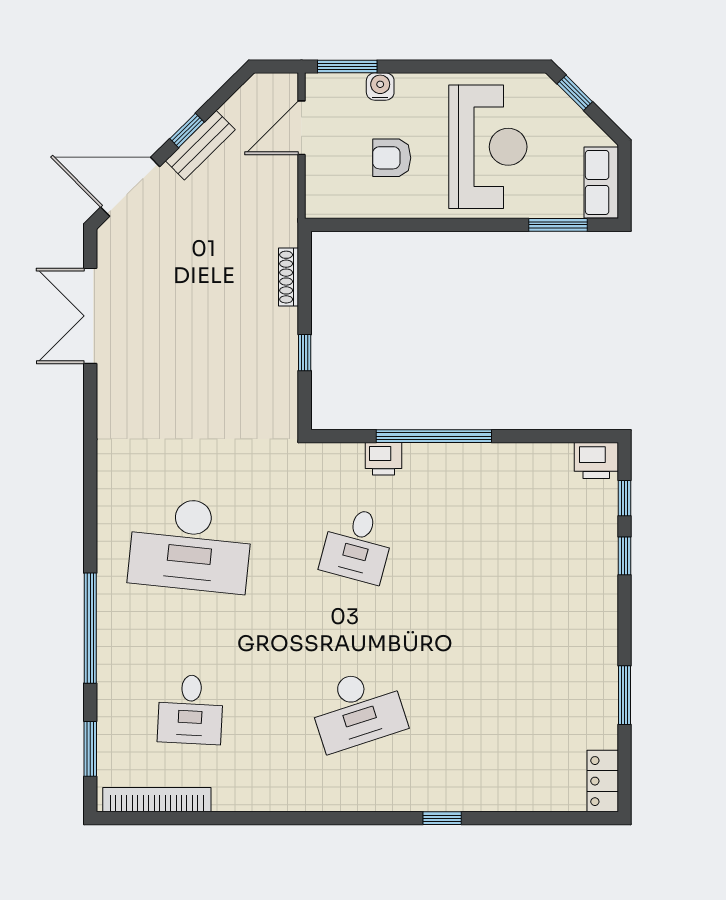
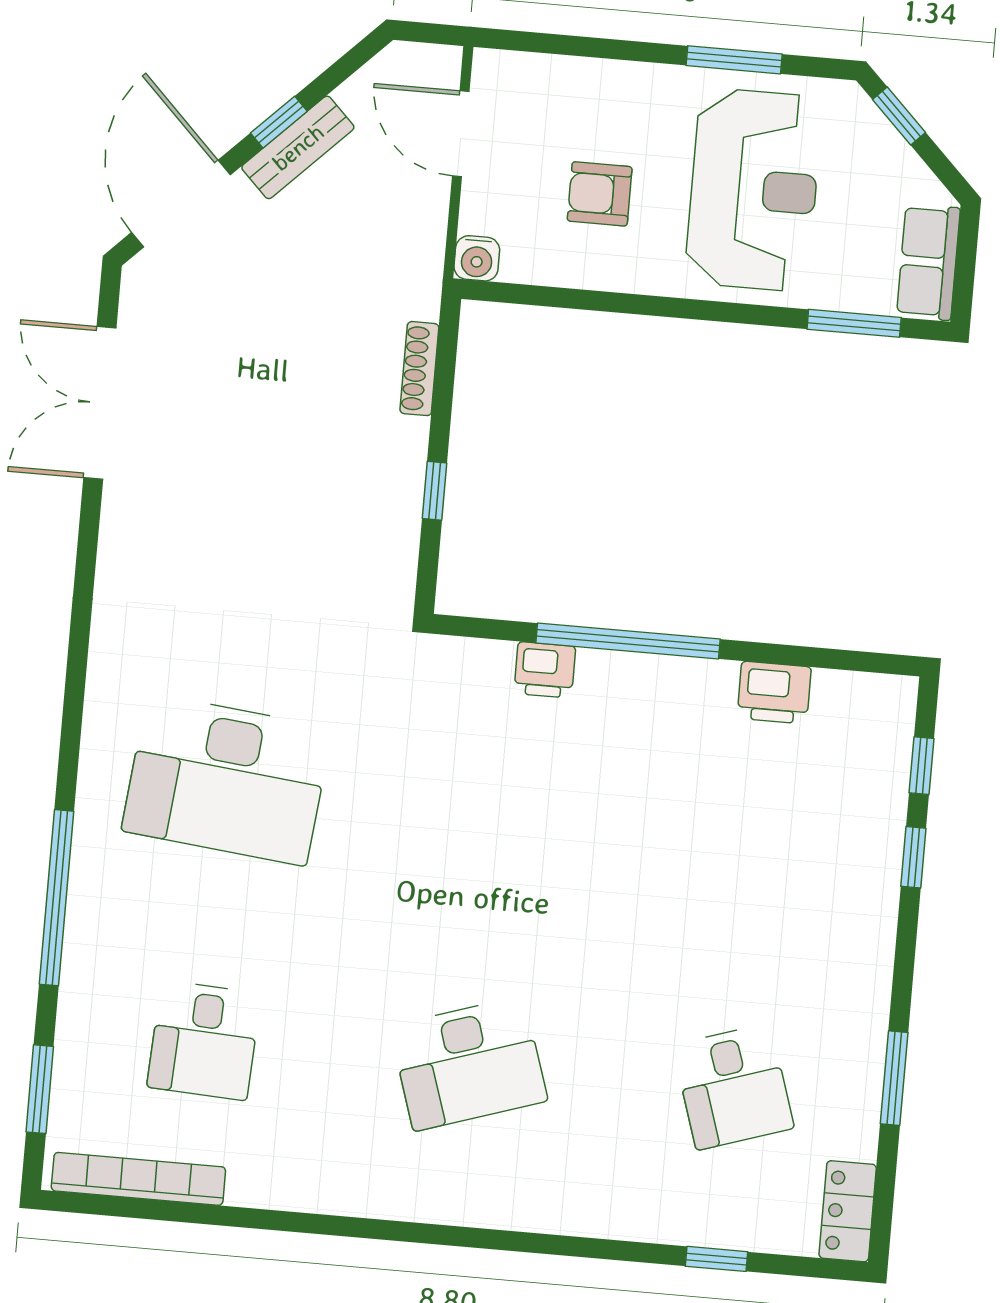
window: (347, 66) -> (734, 60), moved
water cooler: (380, 86) -> (477, 258), moved, turned 180
door: (301, 128) -> (461, 134), hinge flipped
door: (130, 187) -> (181, 204), hinge flipped
printer: (596, 460) -> (774, 693), moved
desk: (357, 545) -> (733, 1087), moved, turned -33
window: (442, 818) -> (716, 1259), moved

